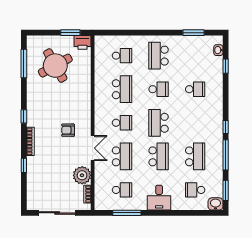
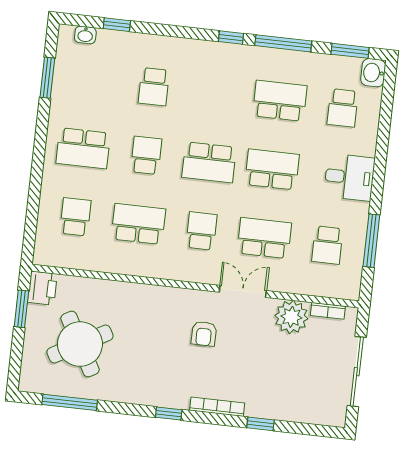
school desk: (195, 89) -> (154, 87), turned 180
school desk: (122, 190) -> (327, 245), turned 180

